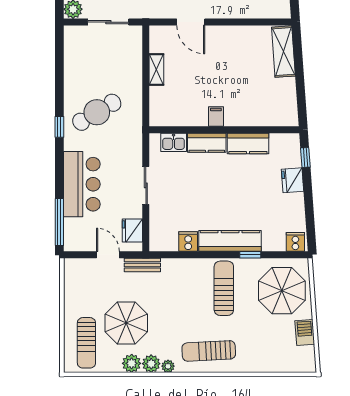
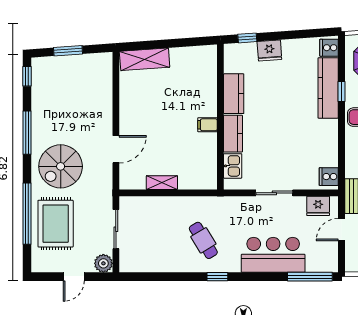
cafe table: (97, 112) -> (203, 240), width x0.73, depth x0.74
cooker: (188, 241) -> (329, 177), moved
kitchen counter: (230, 241) -> (328, 88), moved

